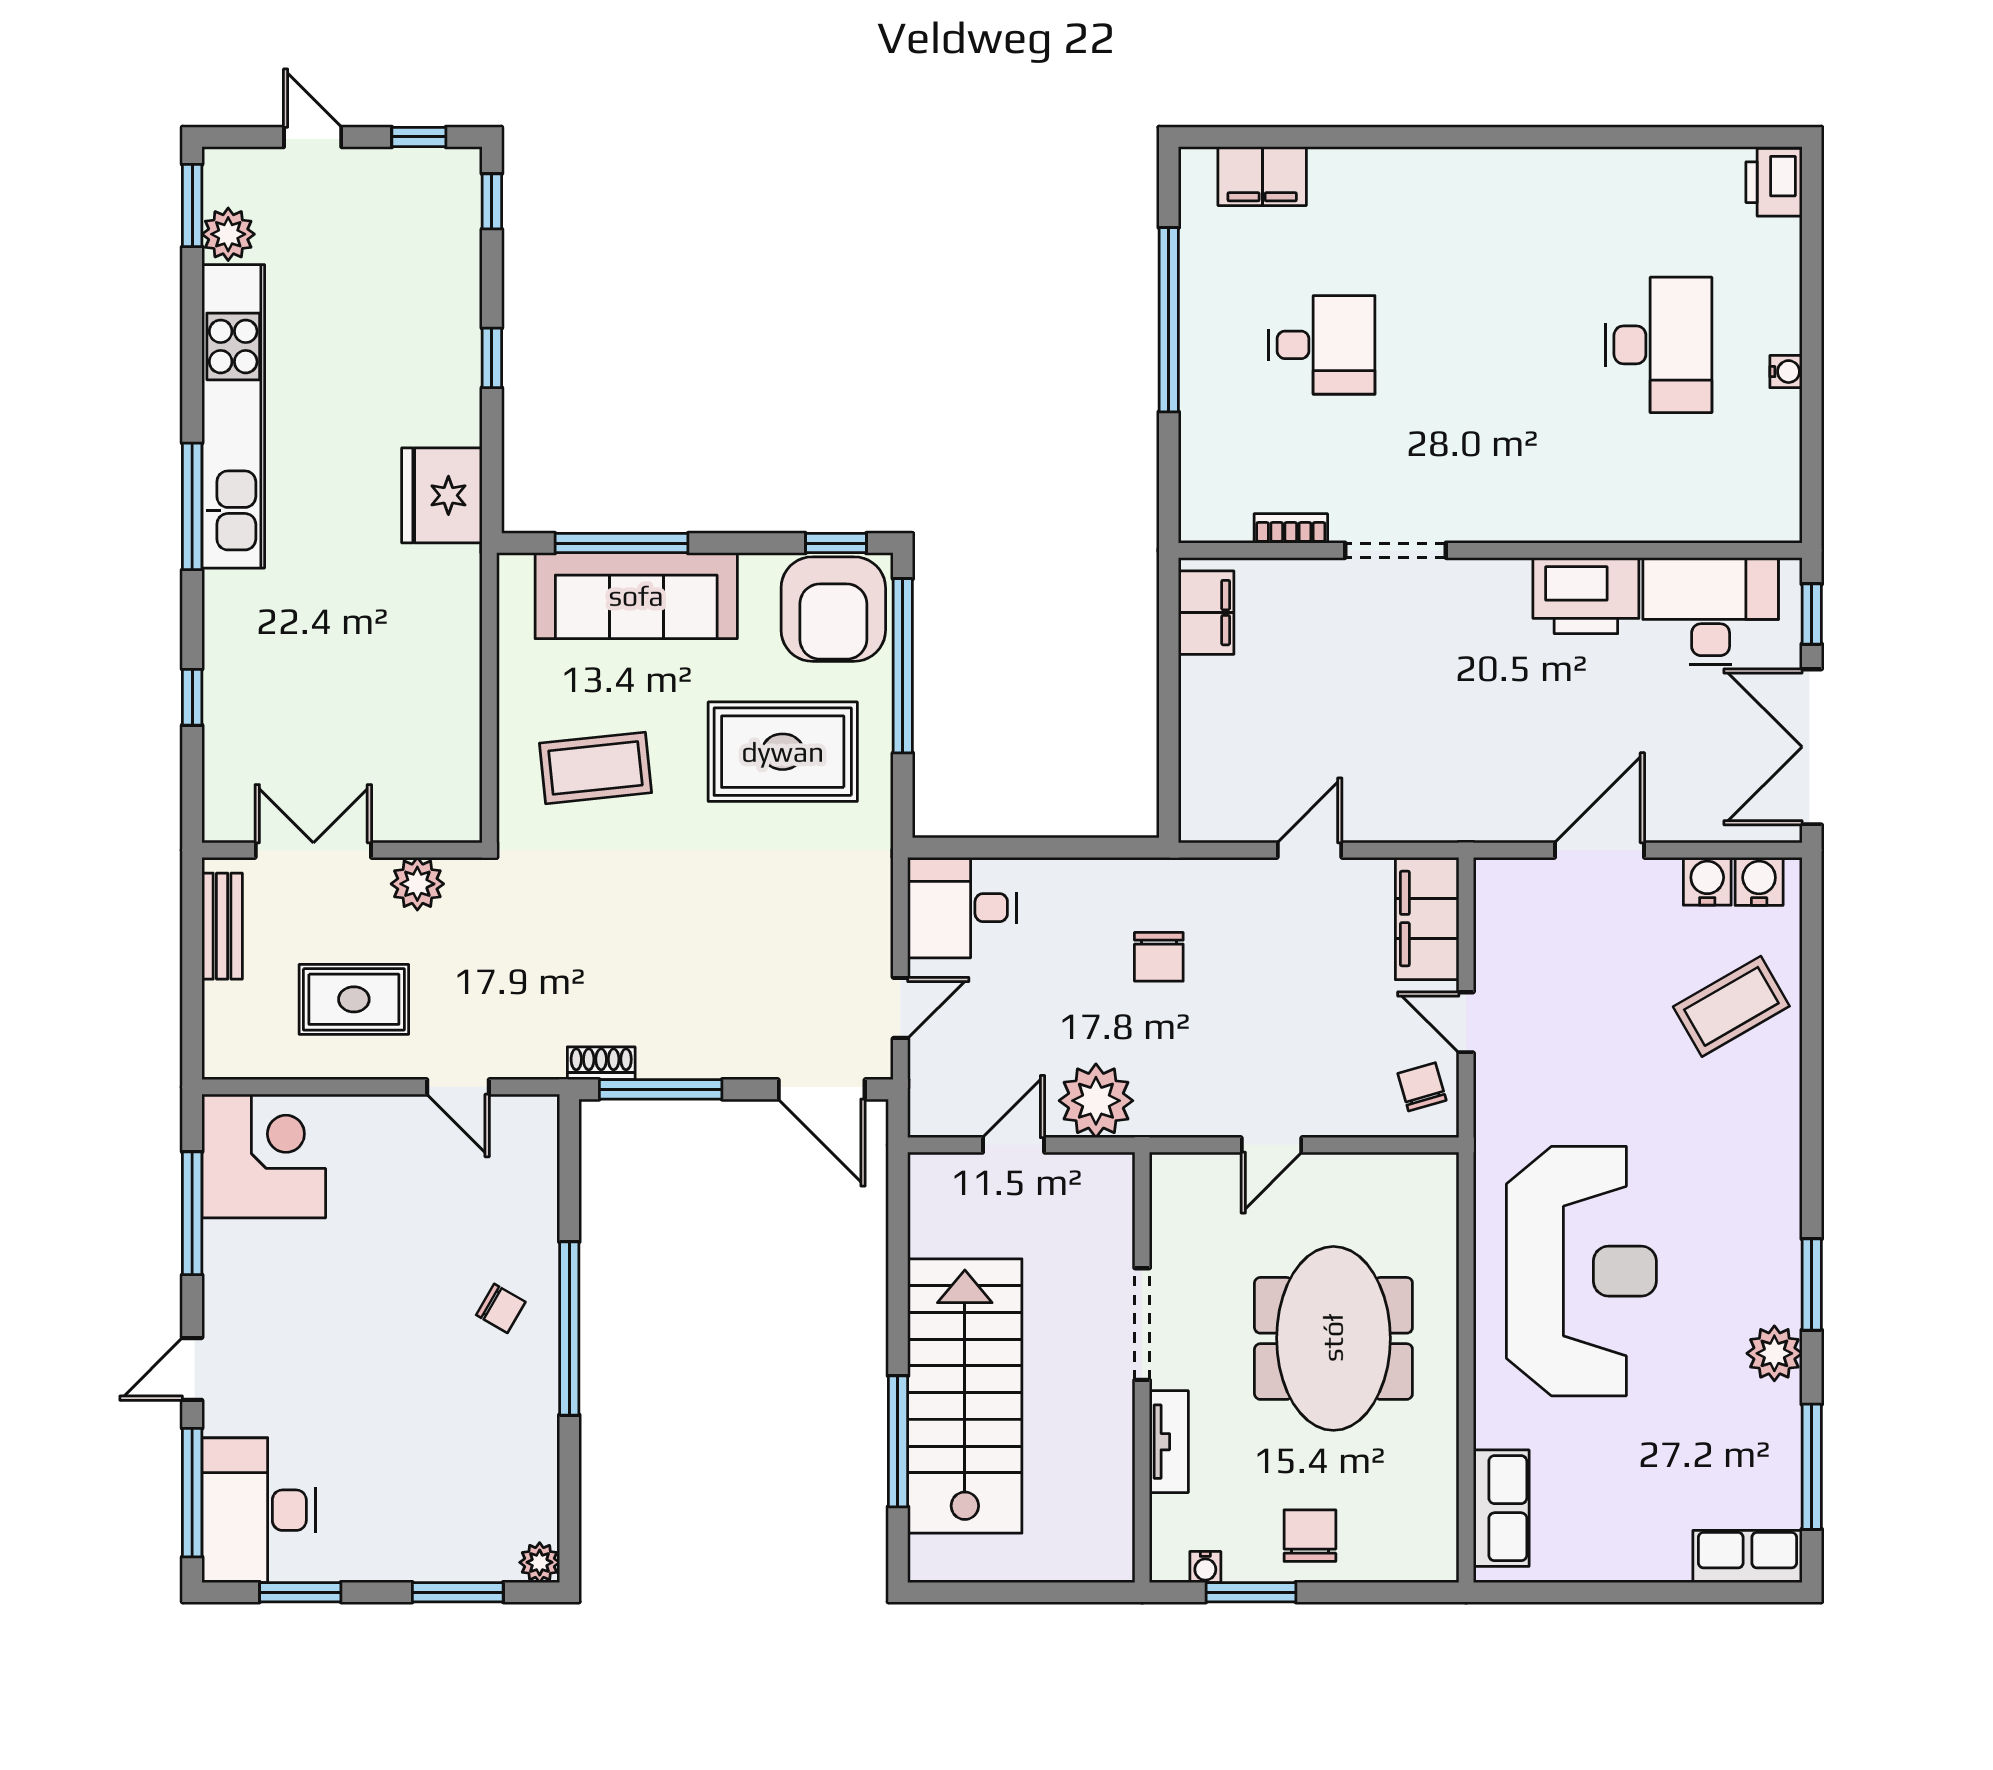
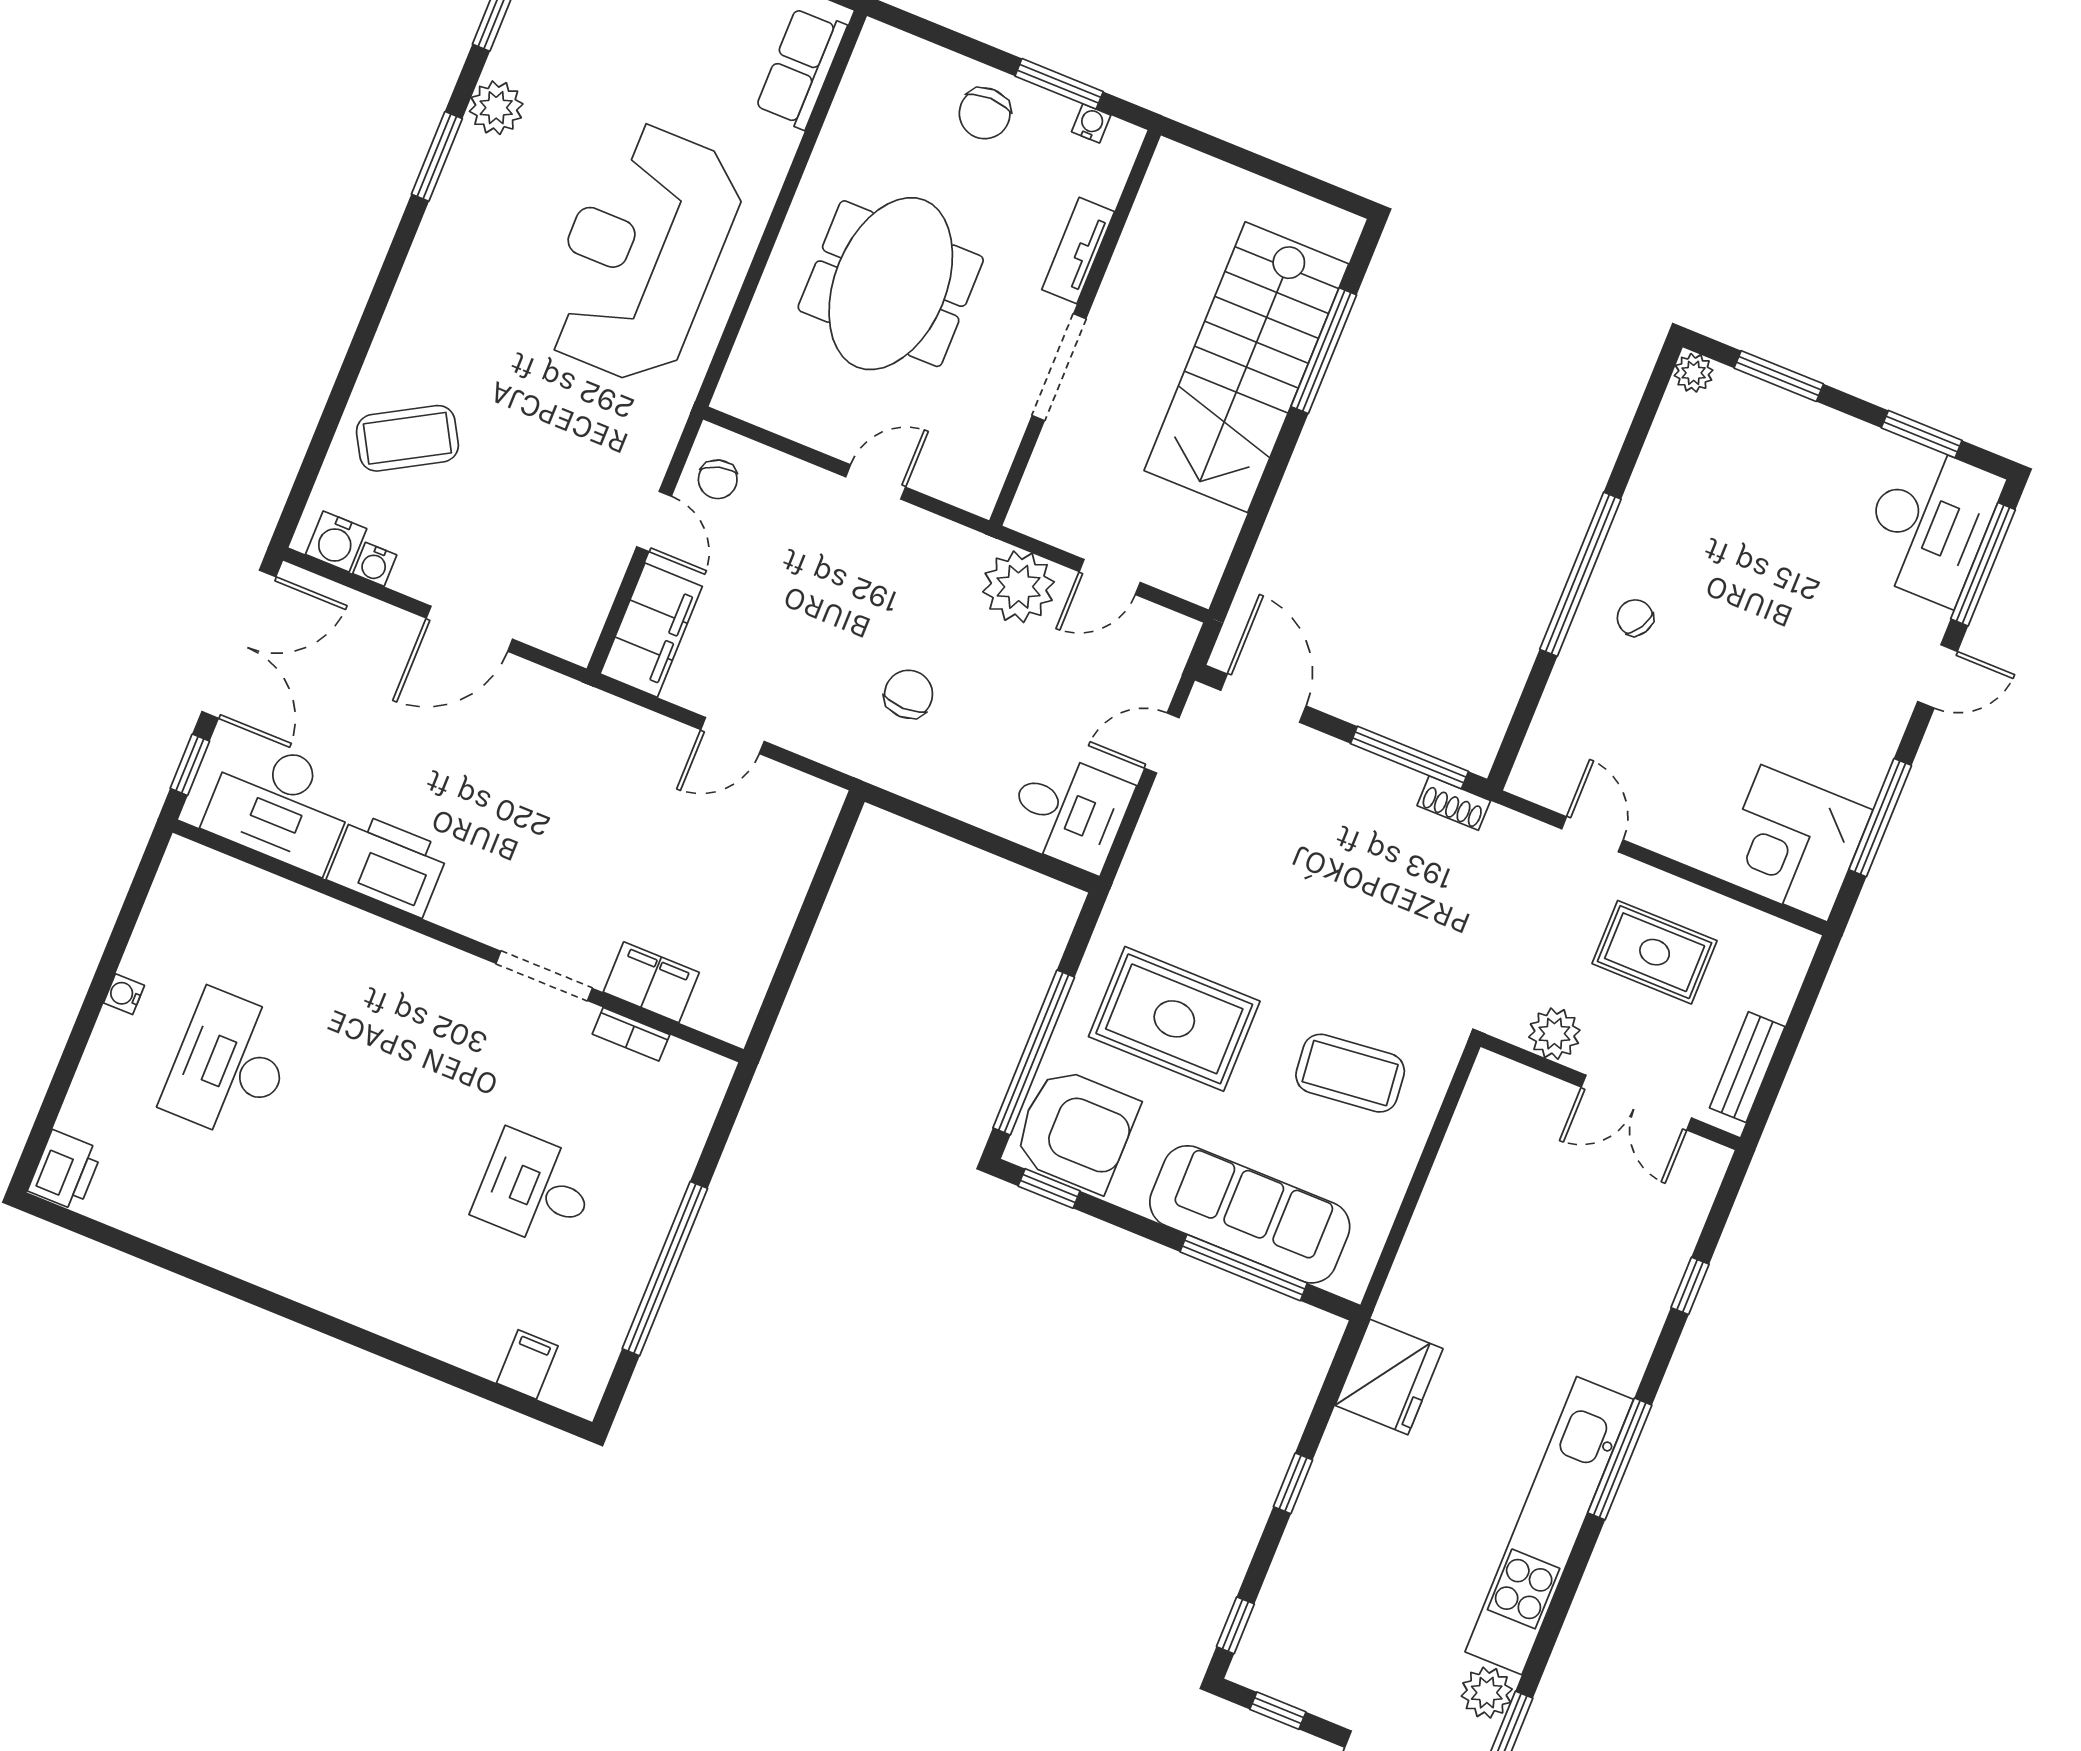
filing cabinet: (1262, 176) -> (527, 1364), width x0.50
armchair: (833, 609) -> (1076, 1130), turned 90
filing cabinet: (1206, 613) -> (651, 982), moved, turned 90
water cooler: (1707, 881) -> (375, 564), width x0.72, depth x0.72

